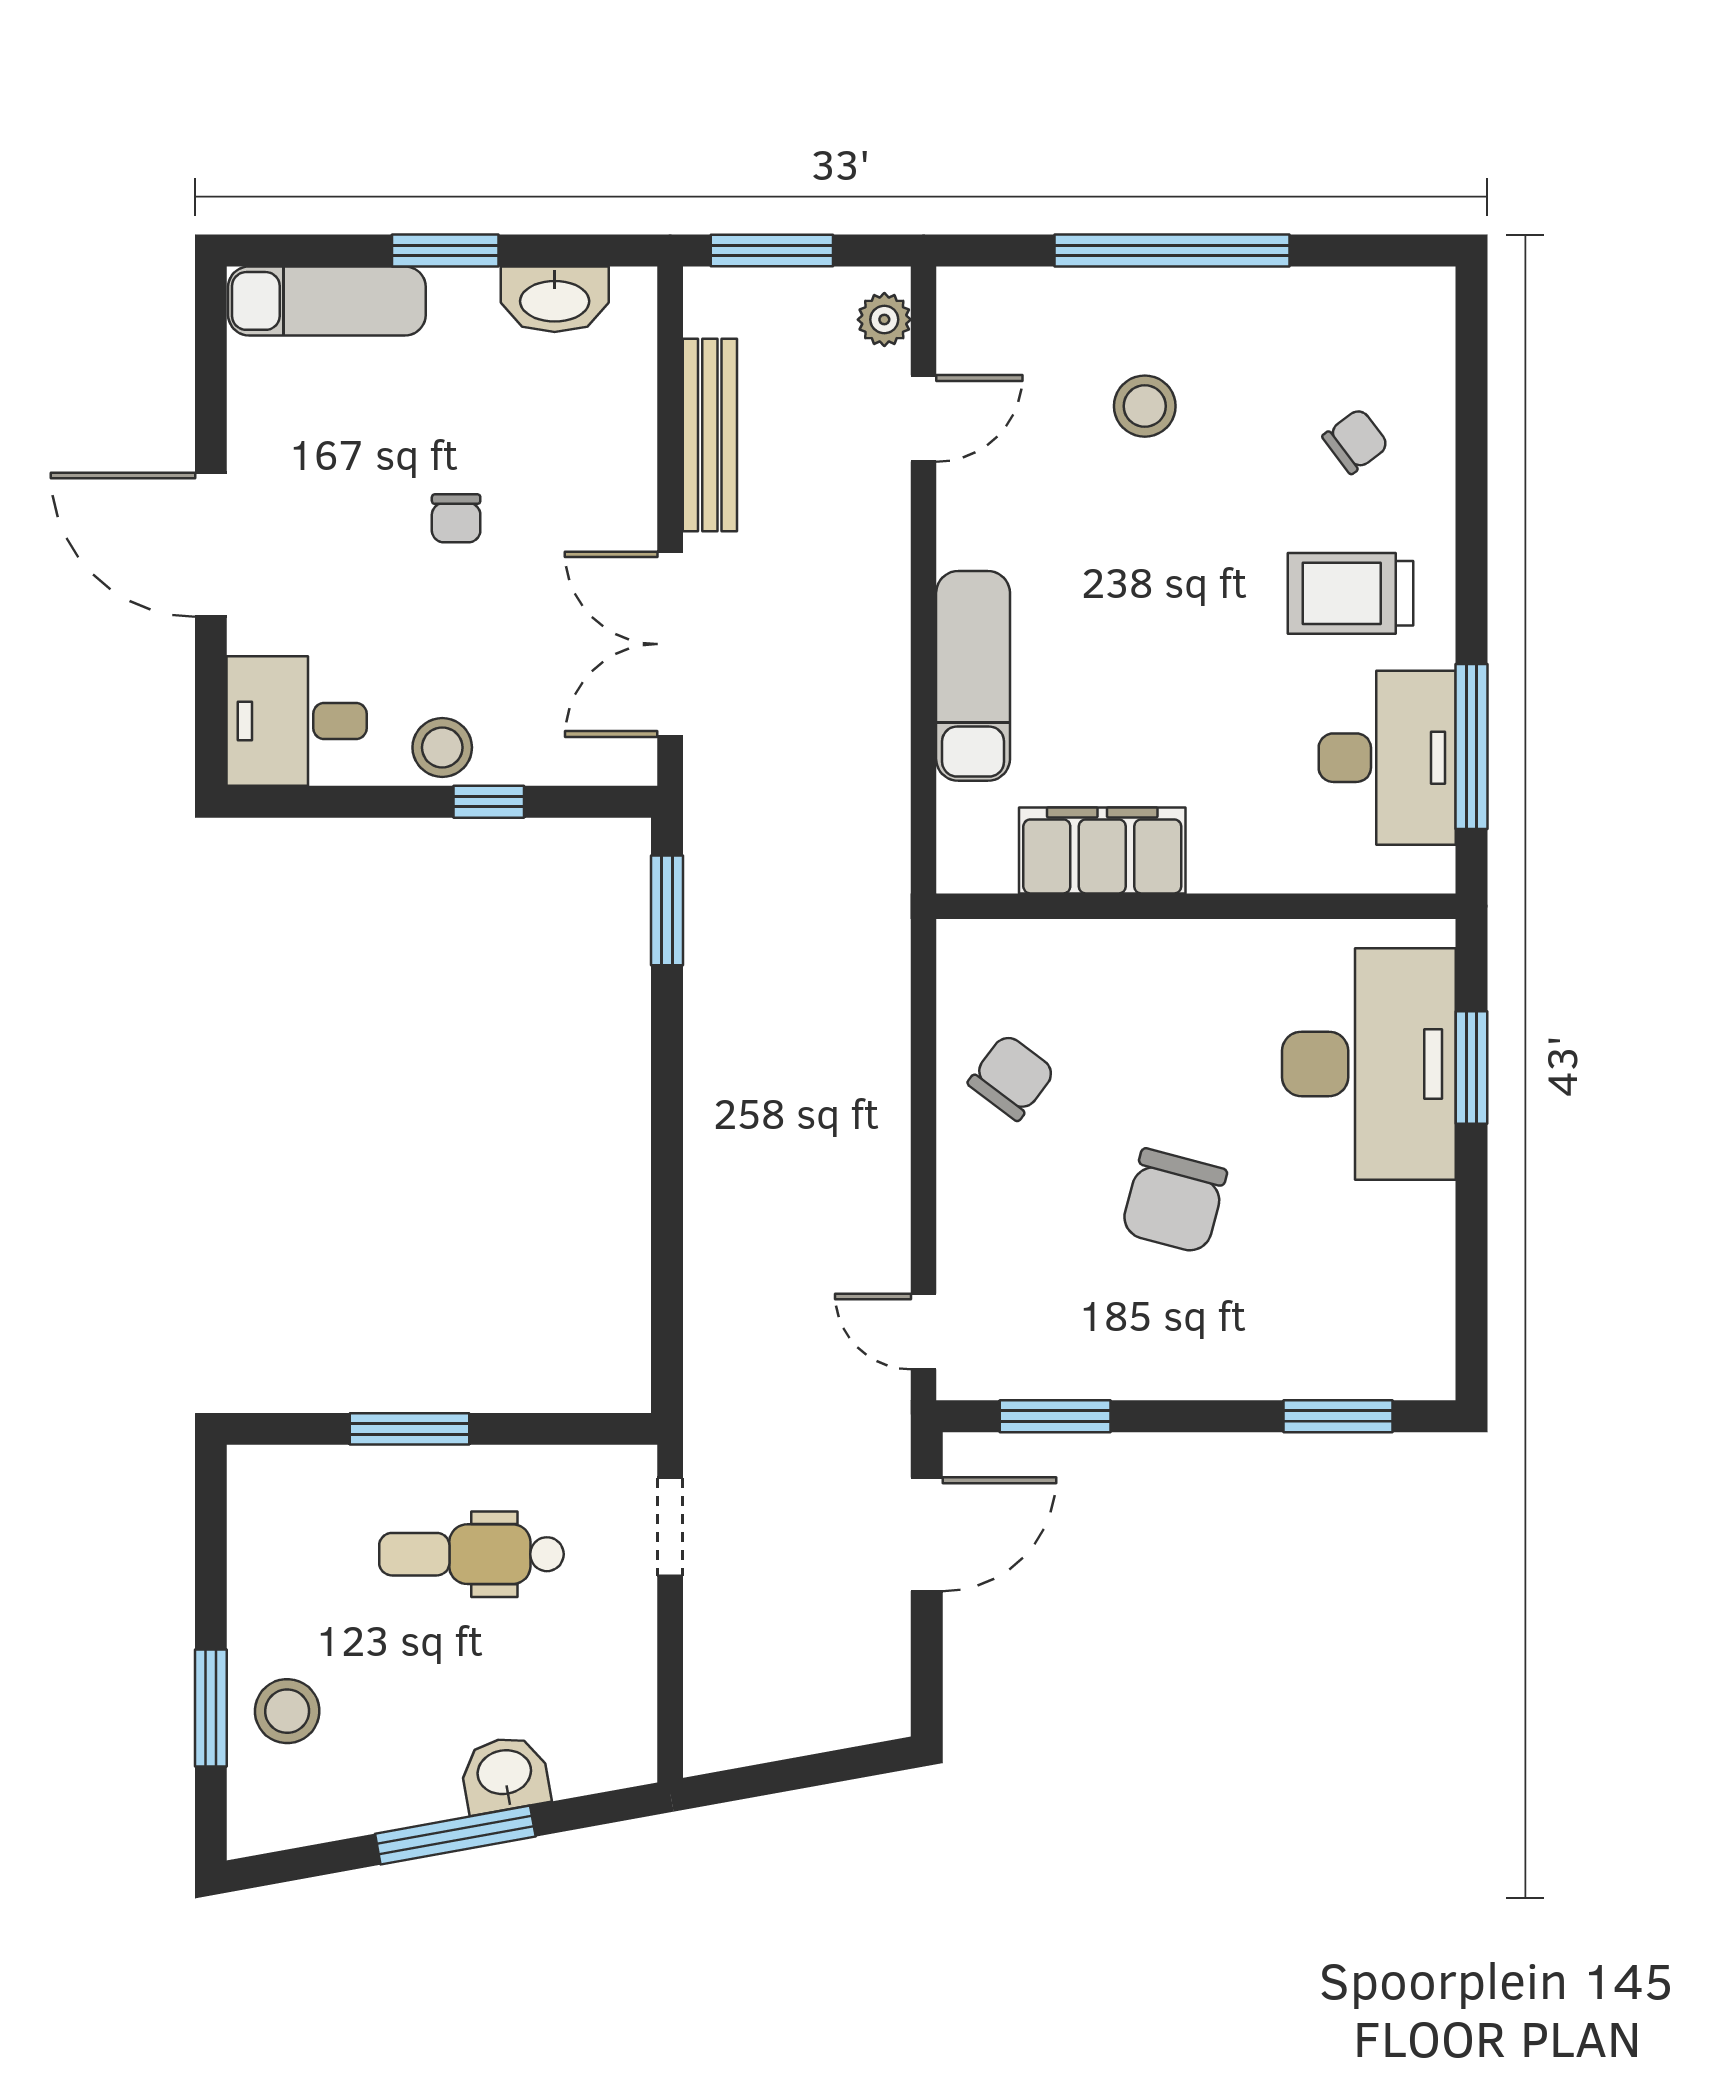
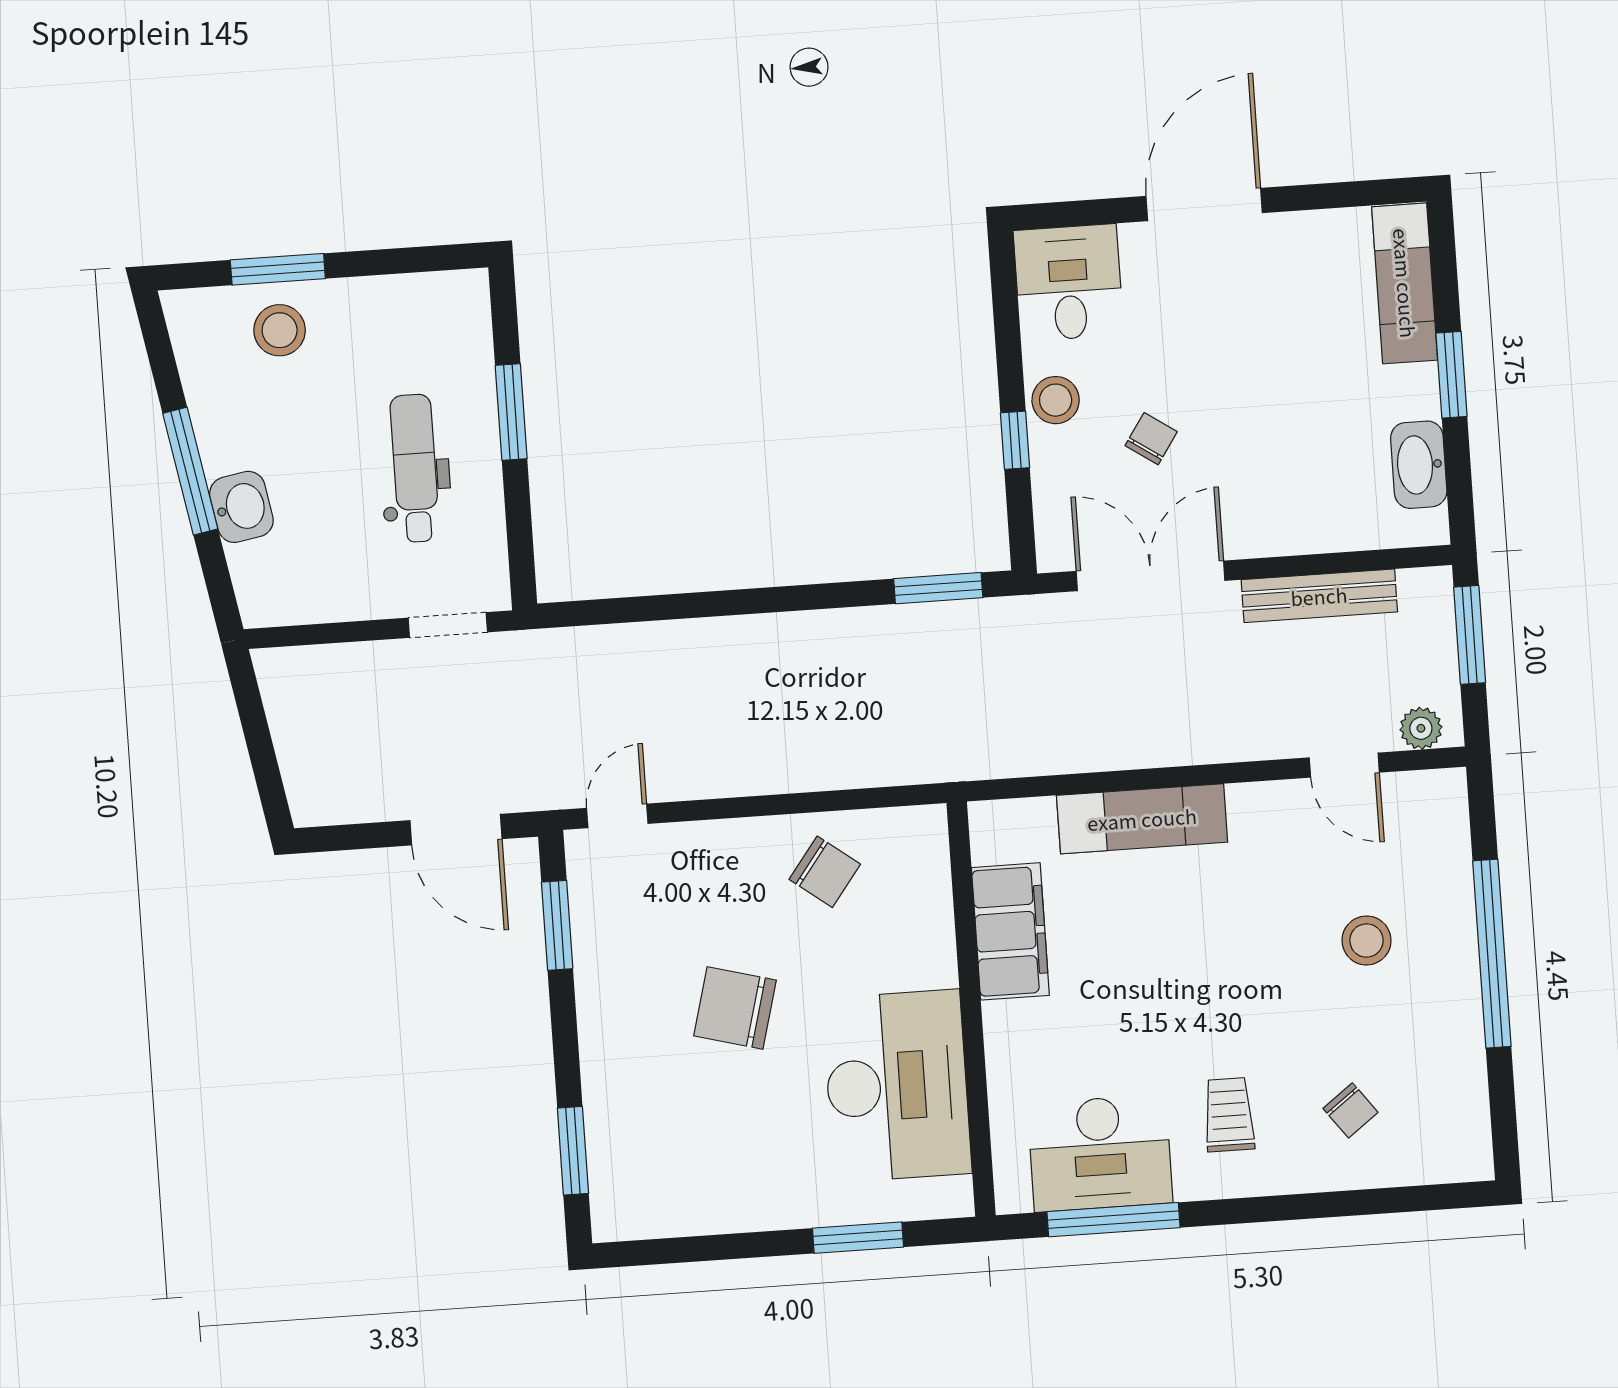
chair: (456, 518) -> (1151, 439), moved, turned 124
trolley: (1350, 593) -> (1229, 1115), width x0.73, depth x0.72
desk: (1369, 1064) -> (897, 1086), moved, turned -90

